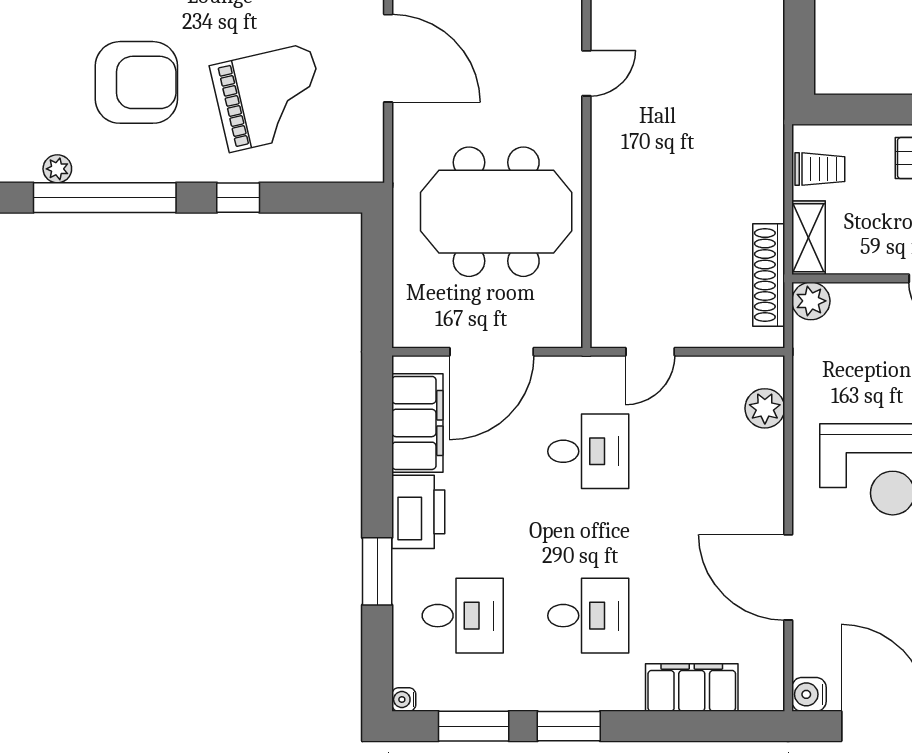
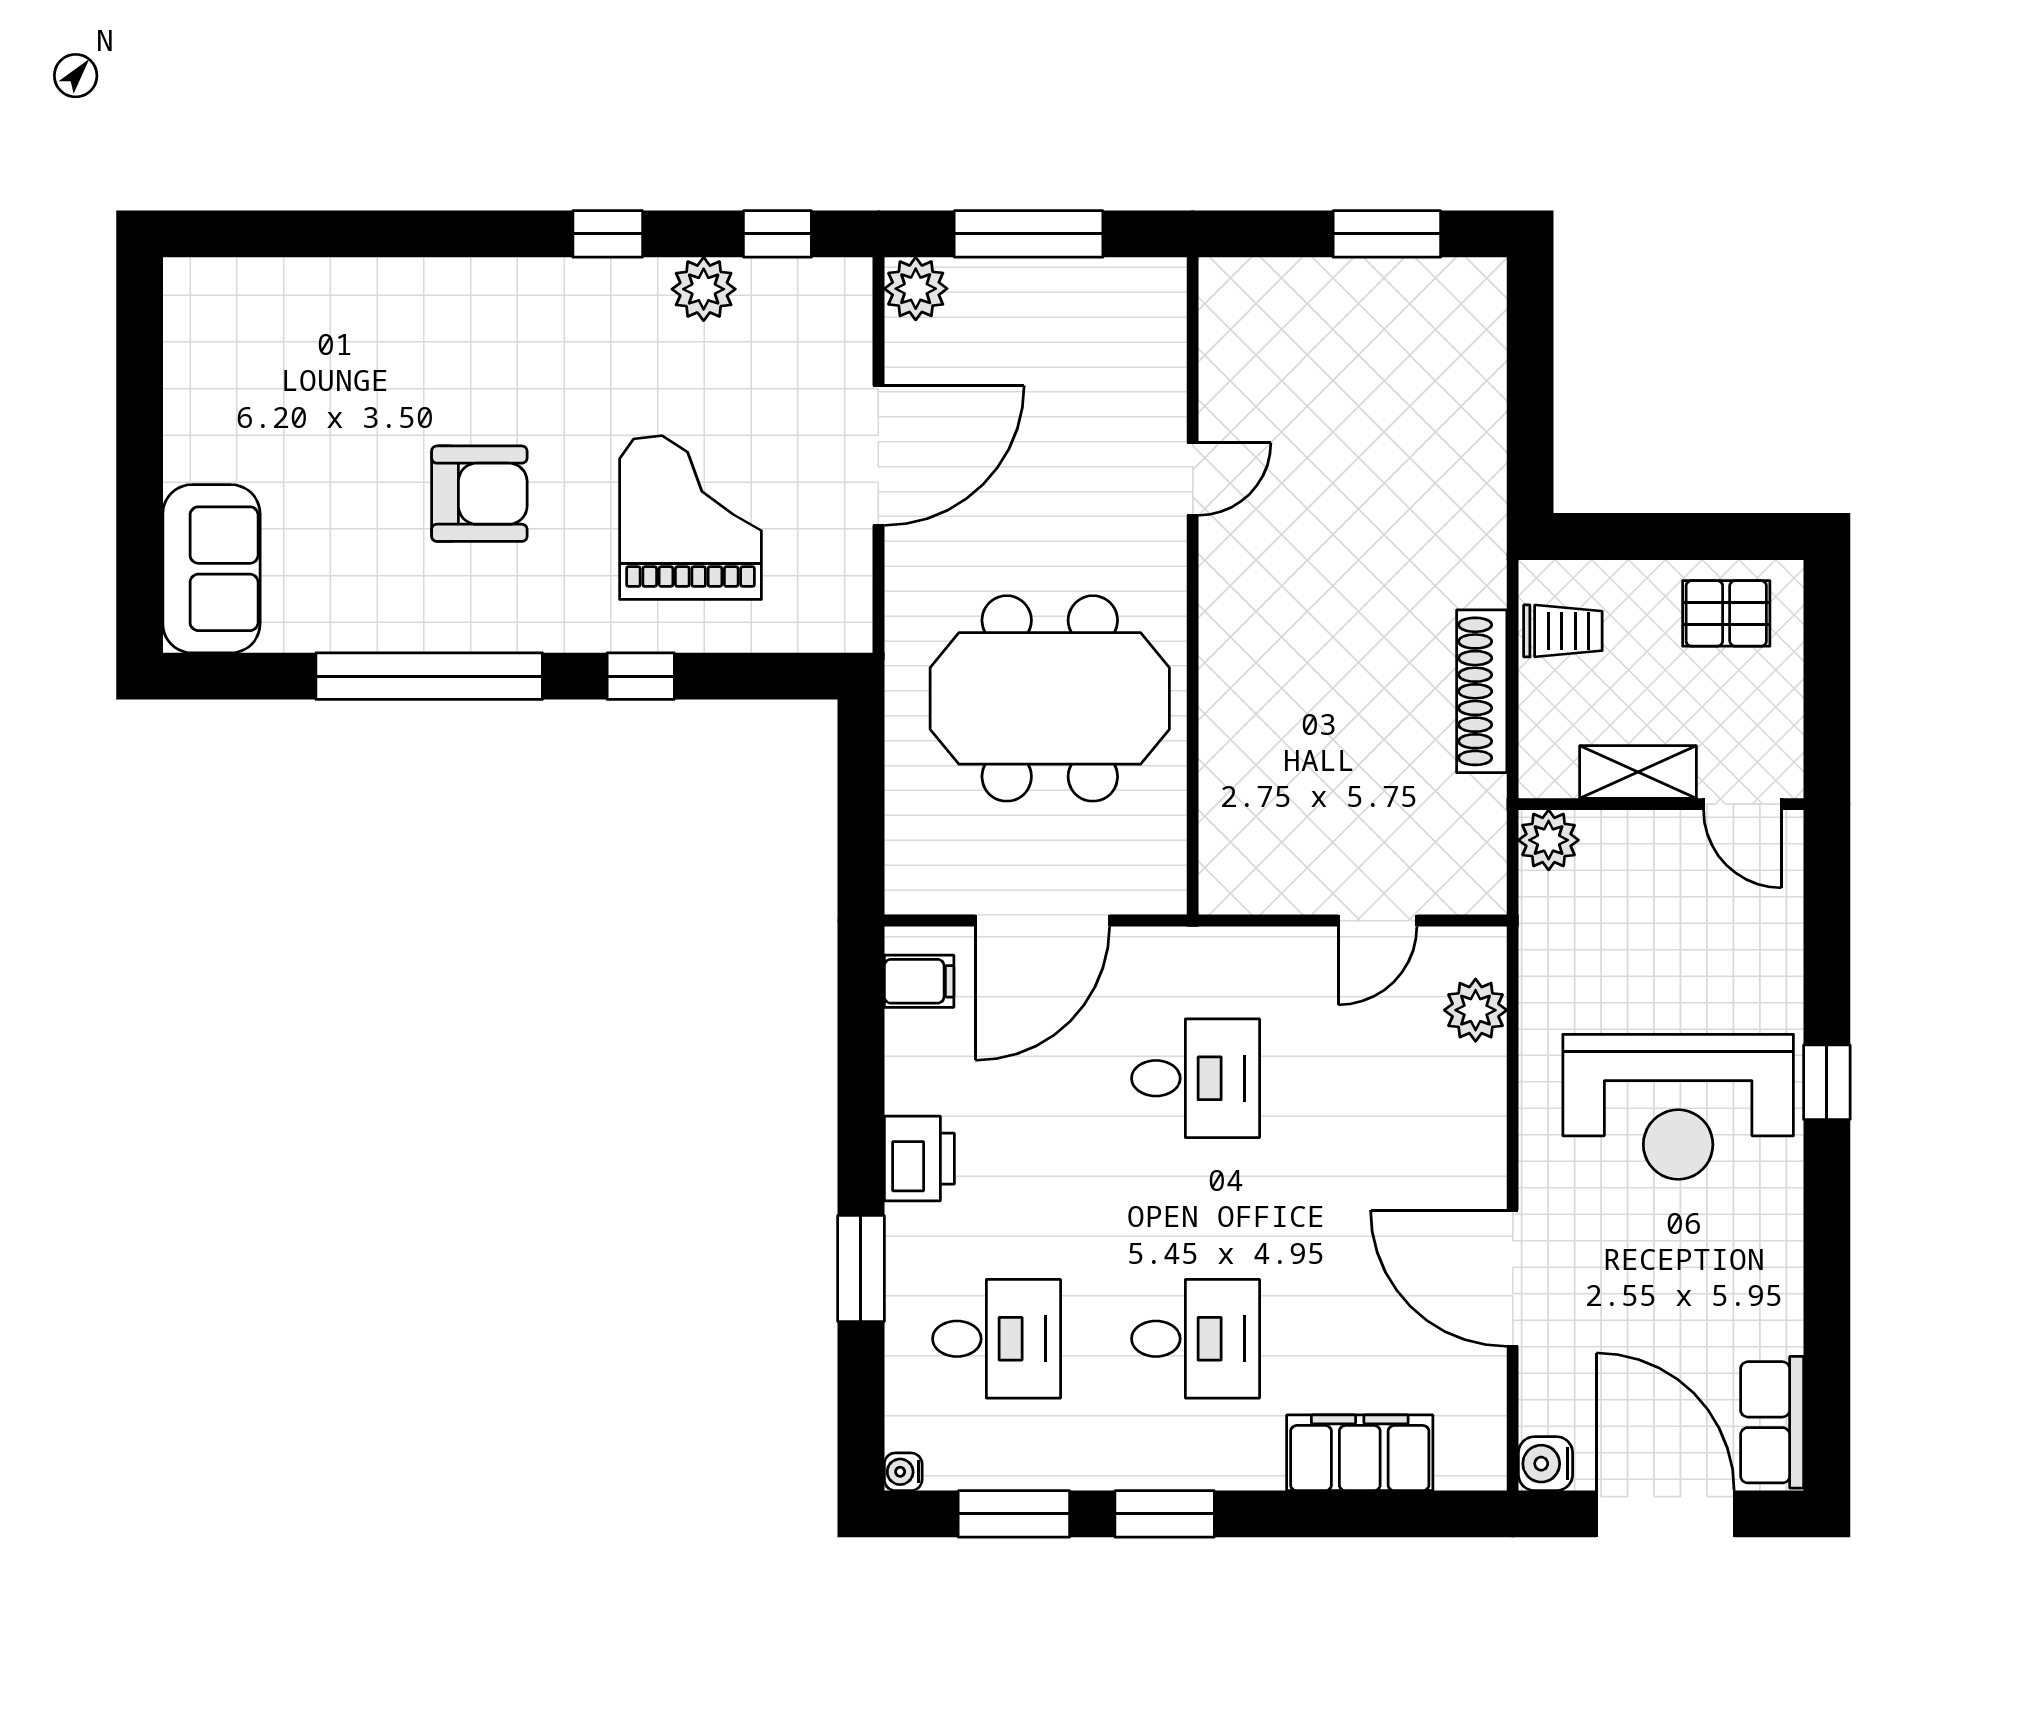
door: (388, 58) -> (878, 455), hinge flipped
armchair: (136, 82) -> (479, 494), width x0.73, depth x0.73
grand piano: (270, 98) -> (690, 518), turned -77
plant: (57, 169) -> (354, 630), removed
shelving: (809, 238) -> (1638, 772), moved, turned 90
shoe rack: (769, 275) -> (1482, 691), moved
door: (650, 352) -> (1378, 921), moved
filing cabinet: (417, 423) -> (919, 981), width x0.33, depth x0.86
printer: (418, 512) -> (919, 1159), width x0.73, depth x0.84

